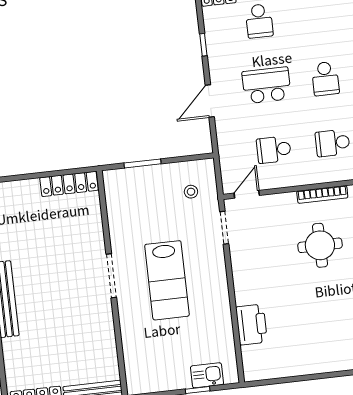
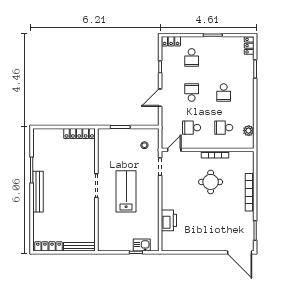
school desk: (266, 85) -> (192, 93), width x0.54
lab bench: (167, 280) -> (126, 191), turned 180

